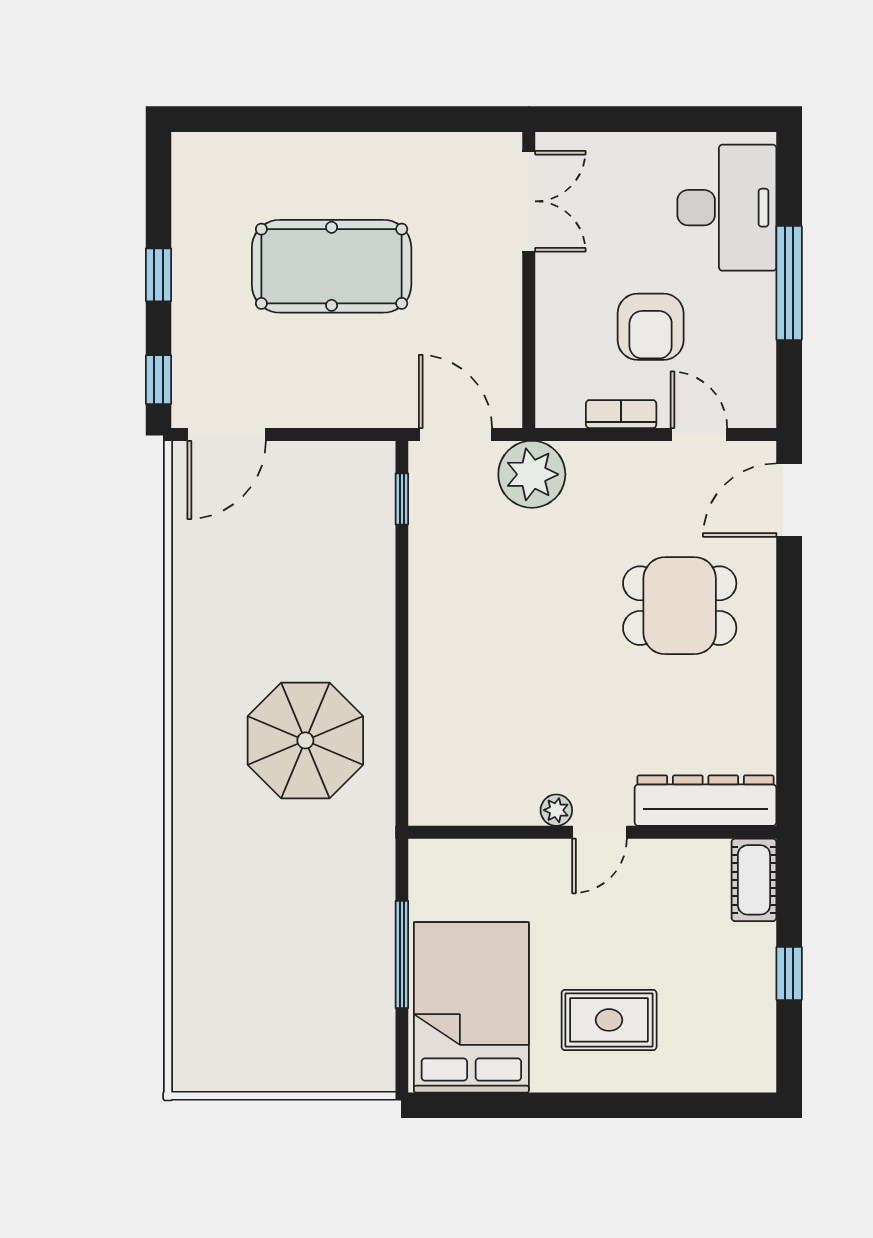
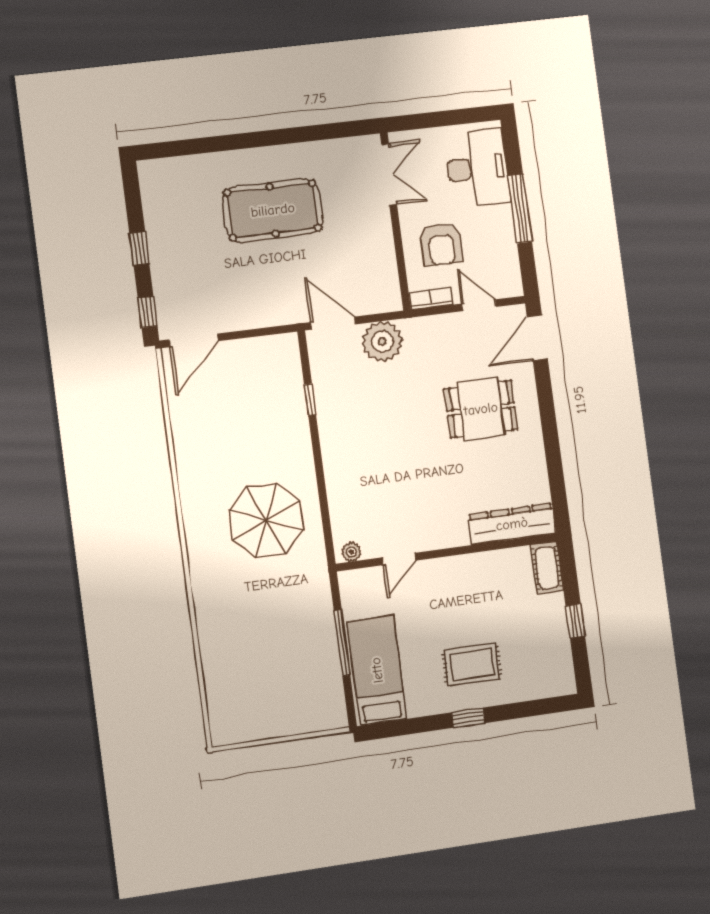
double door: (529, 201) -> (389, 174), moved
pool table: (332, 266) -> (273, 210), moved
wall: (529, 280) -> (395, 221), moved
window: (402, 499) -> (310, 400), moved
plant: (556, 810) -> (351, 552), moved
door: (599, 832) -> (399, 559), moved
bed: (471, 1007) -> (377, 670), width x0.67
window: (591, 1105) -> (468, 718), added

